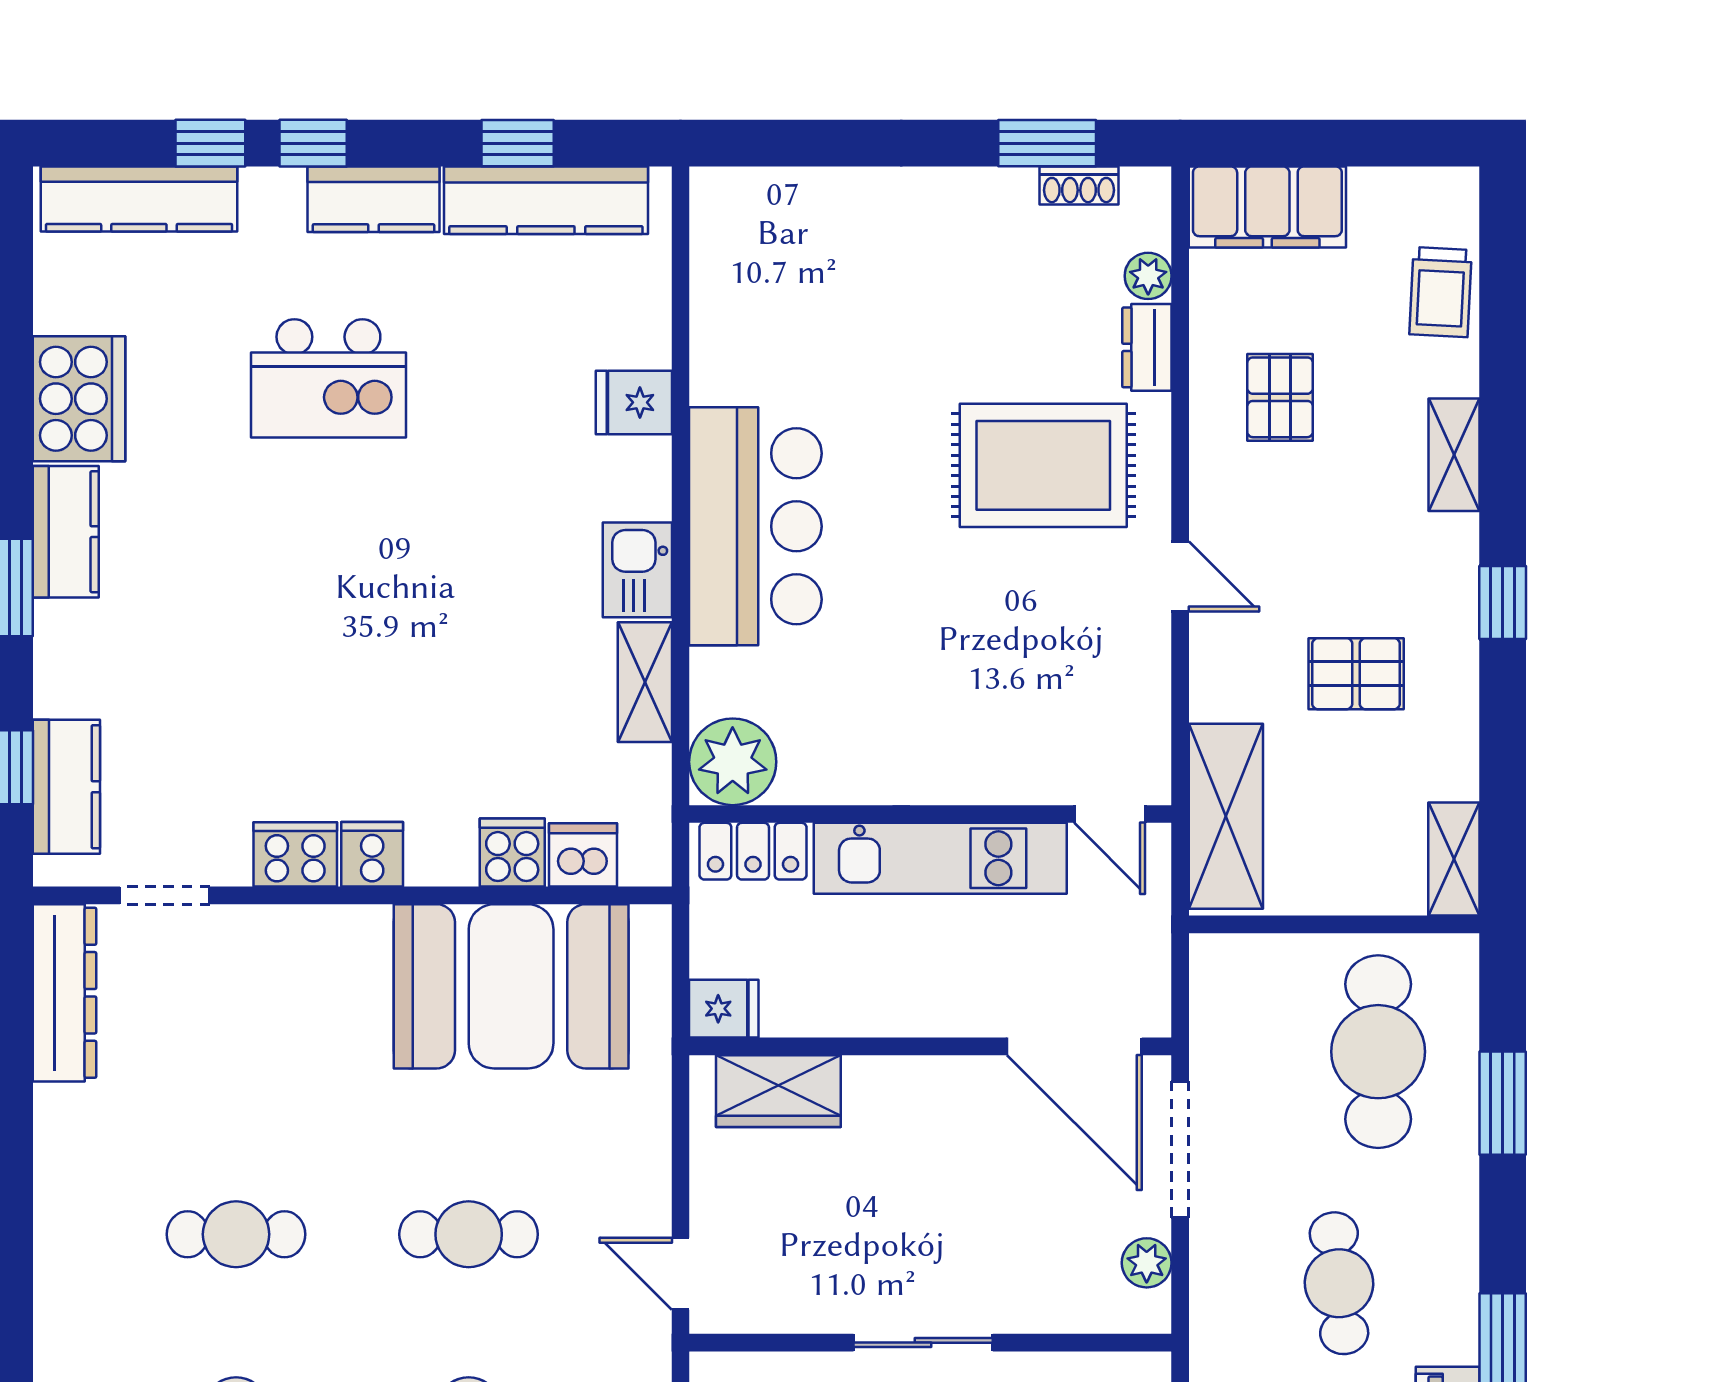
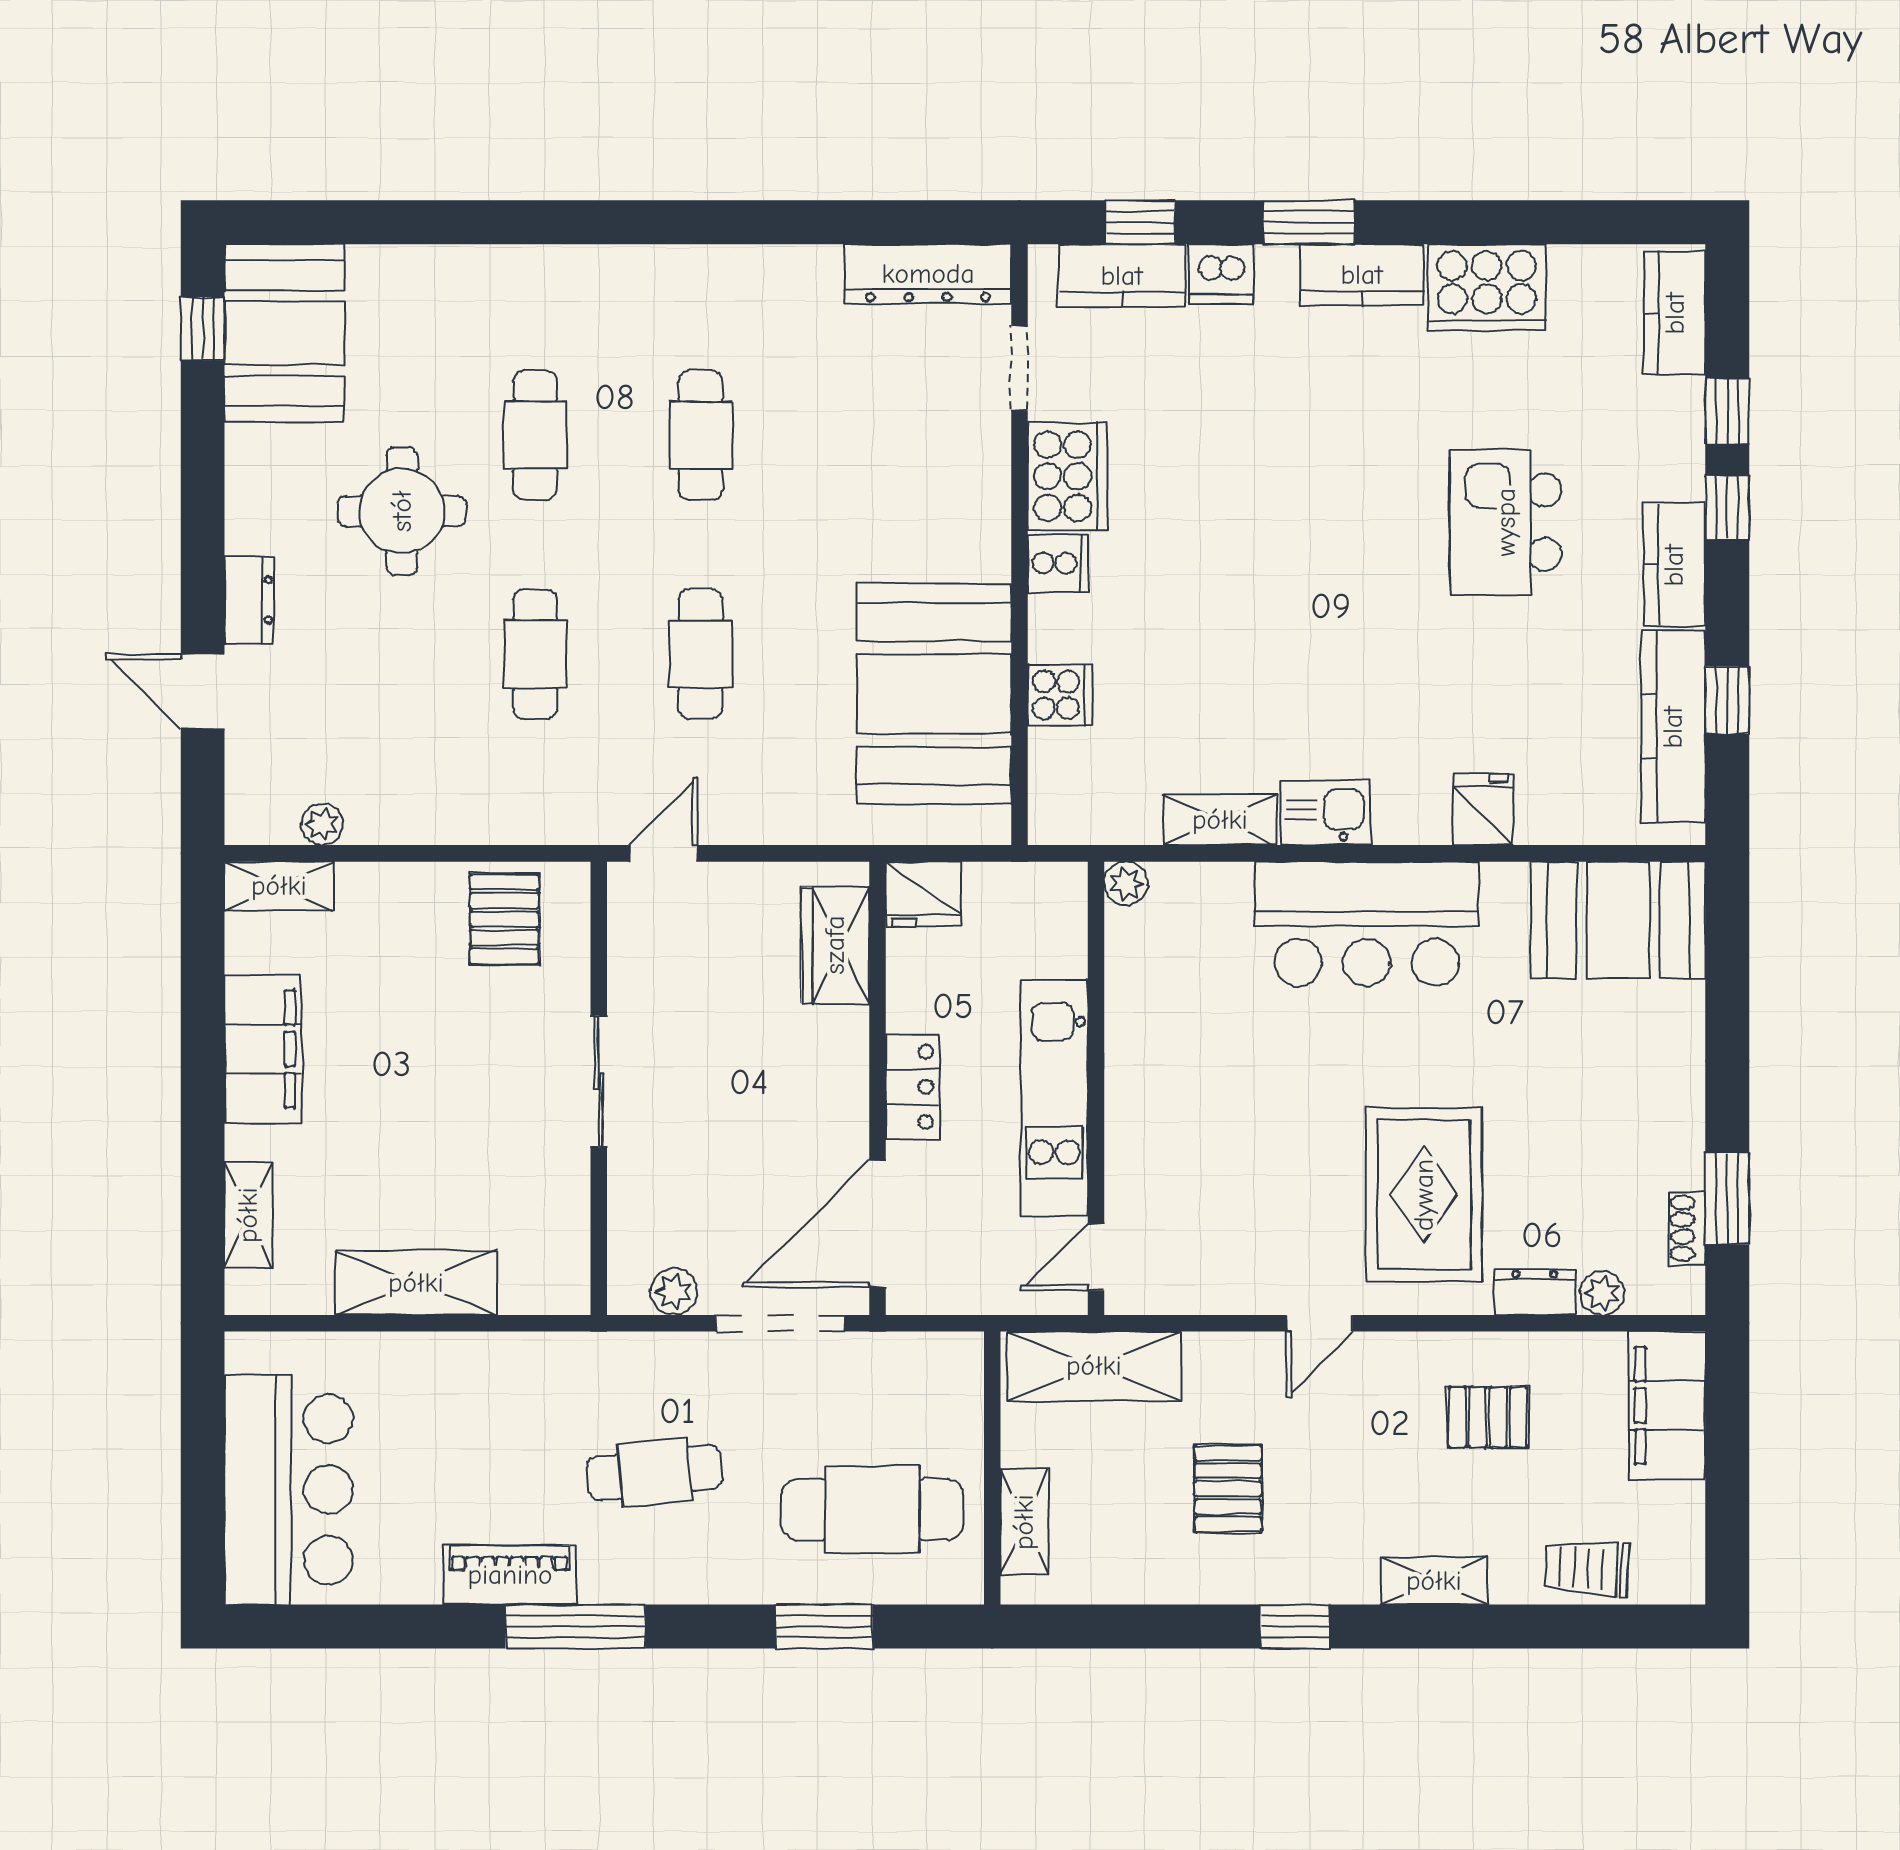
kitchen counter: (139, 199) -> (1675, 313), width x0.67
booth: (751, 259) -> (1618, 920), added
plant: (733, 762) -> (1126, 883), width x0.53, depth x0.53
locker: (753, 851) -> (912, 1087), moved, turned 180
cooker: (295, 854) -> (1067, 476), width x1.37, depth x1.31
dishwasher: (583, 855) -> (1221, 274), moved, turned 90
shelving: (1454, 859) -> (1024, 1522), moved, turned 90
fridge: (724, 1009) -> (923, 894), width x1.38

